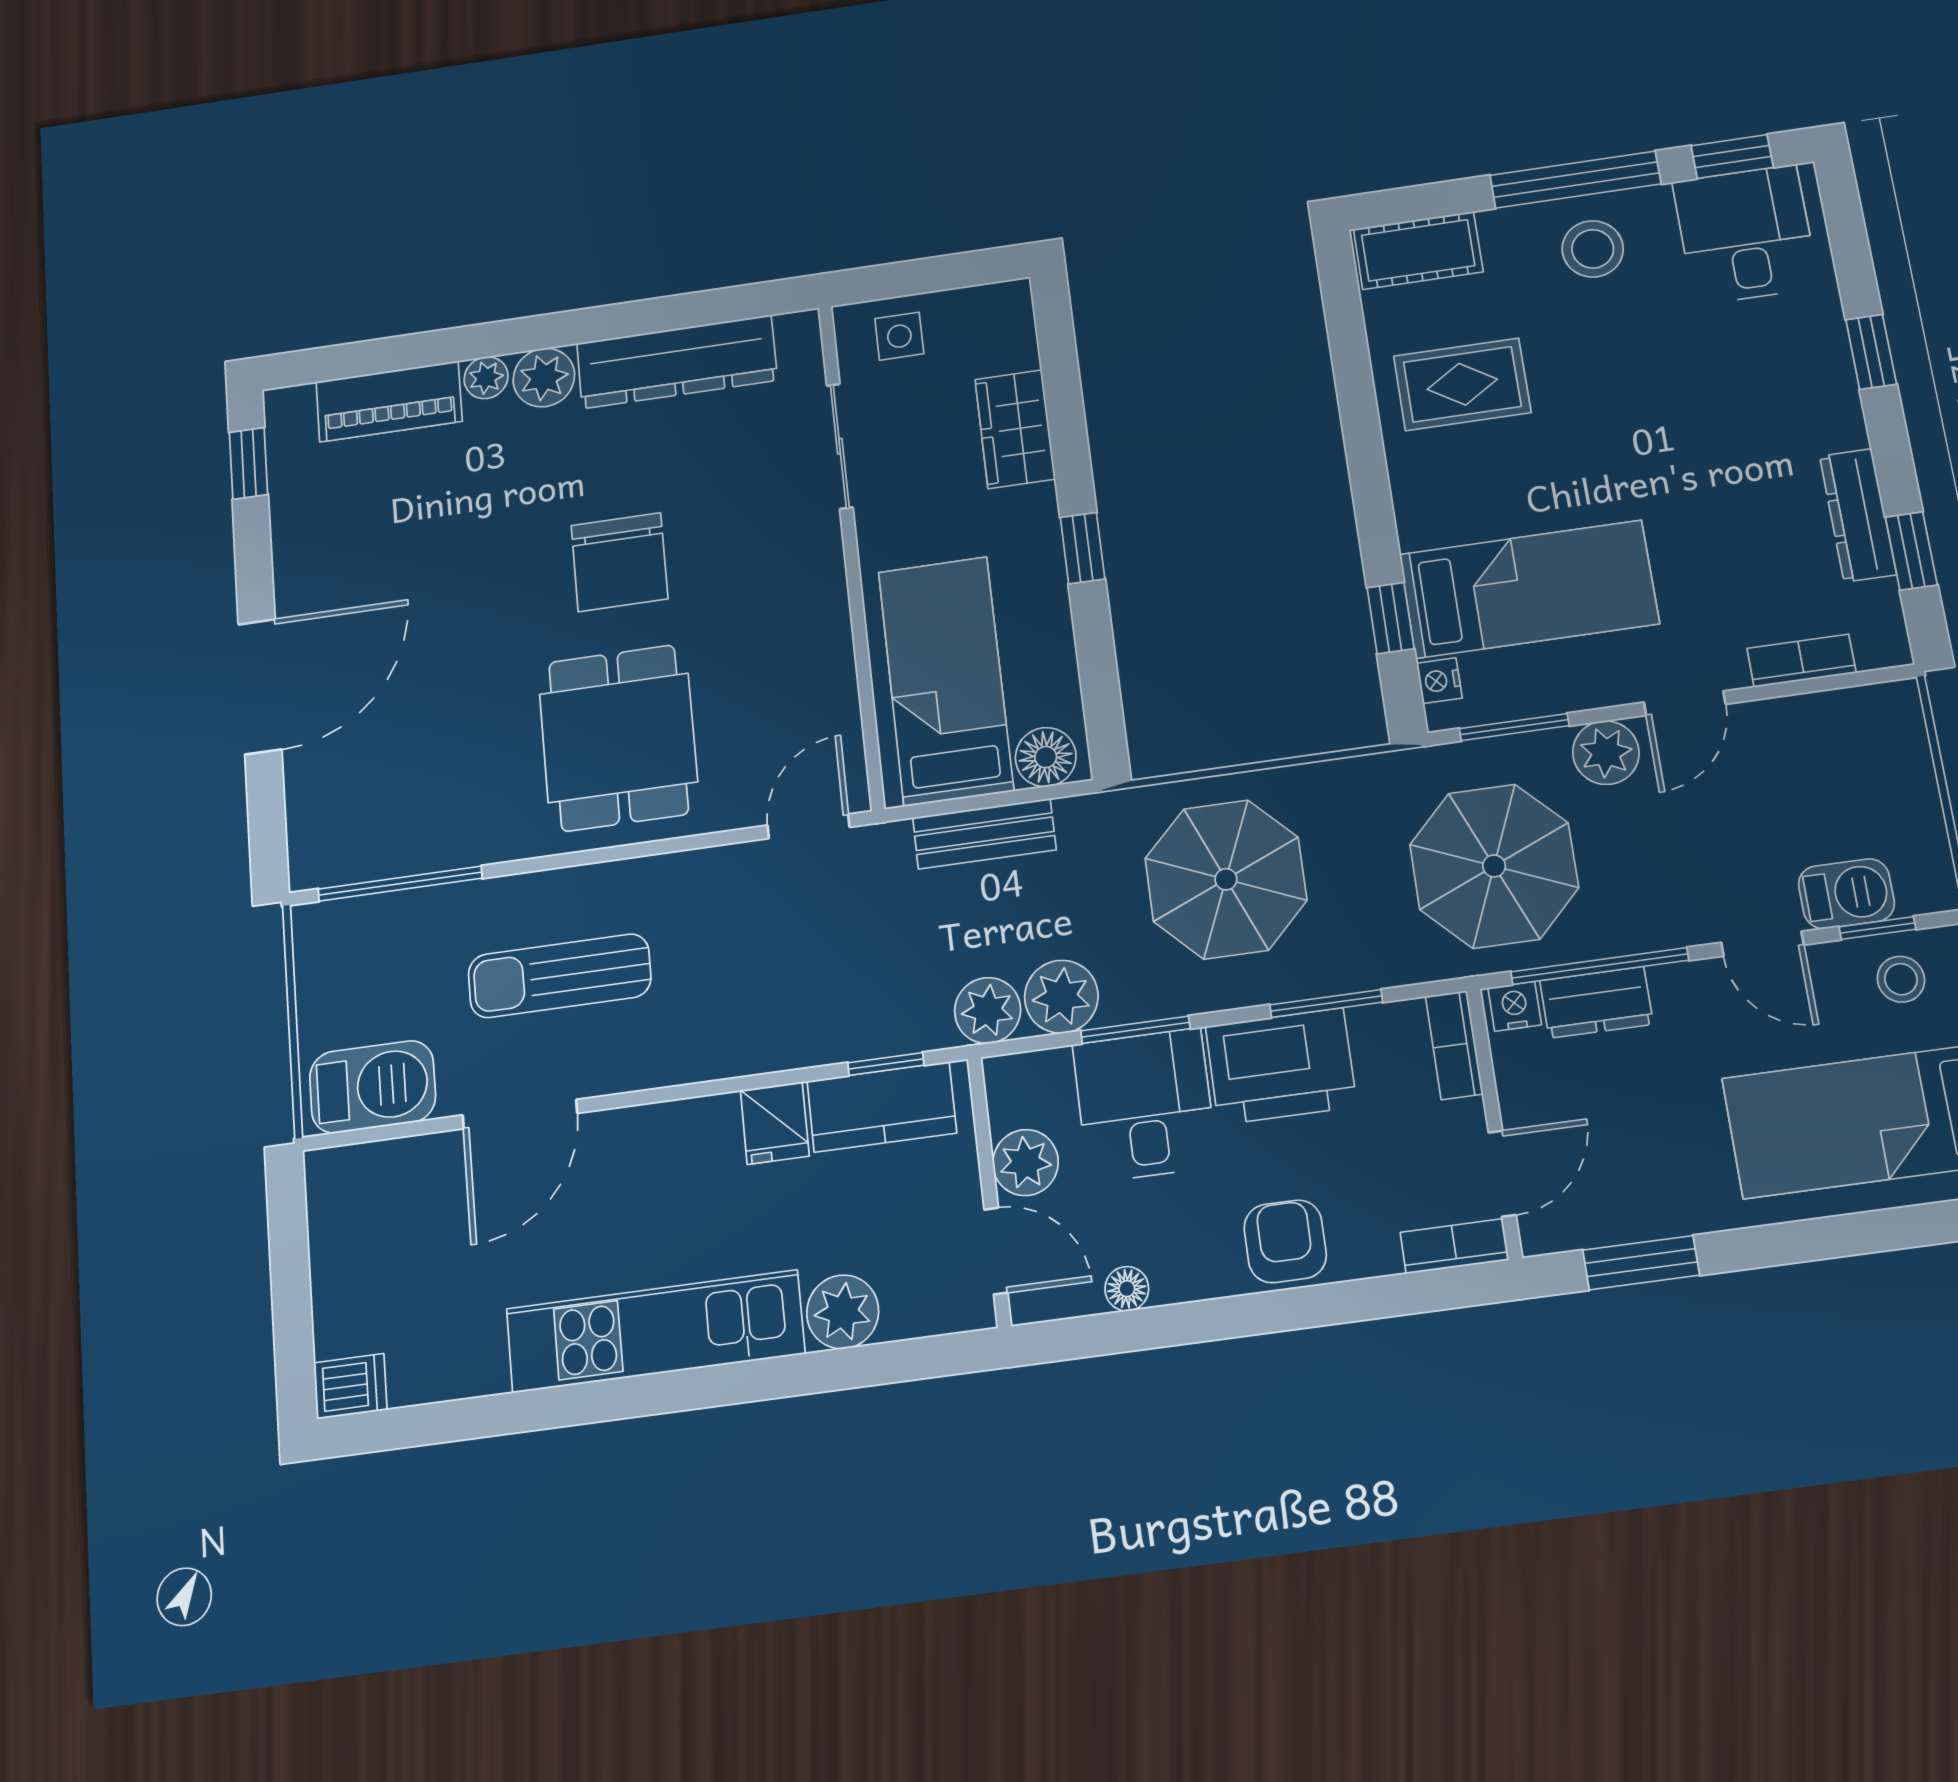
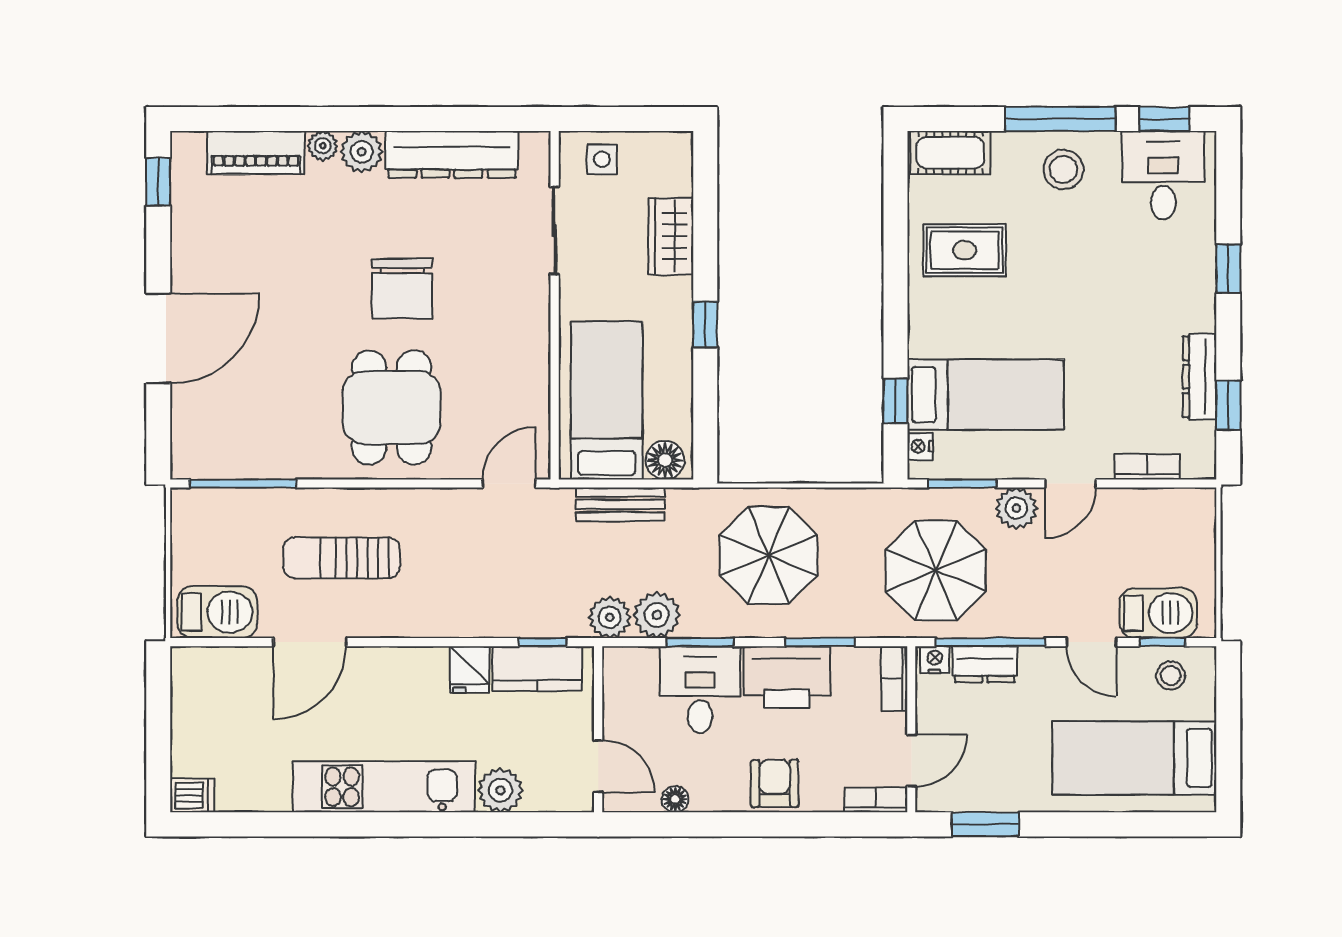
barbecue: (1846, 894) -> (1158, 613), width x1.38, depth x1.27
plant: (1025, 1163) -> (622, 715), removed

